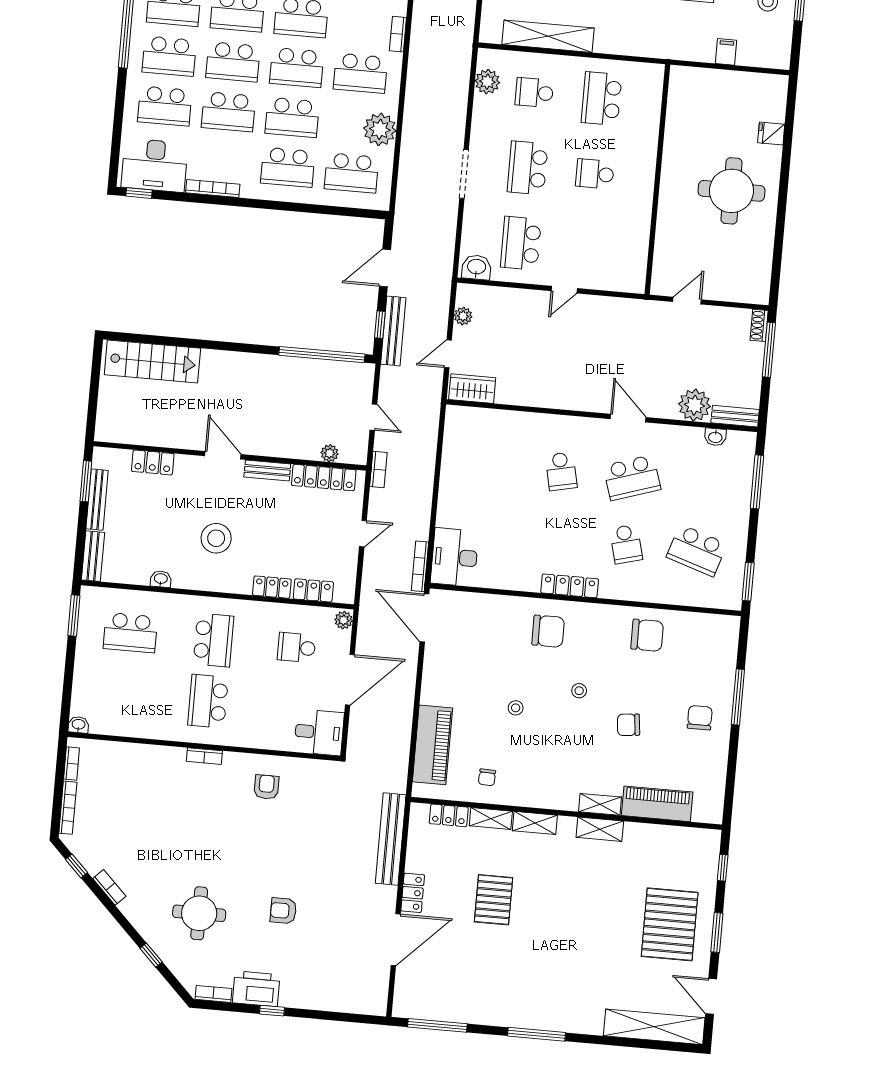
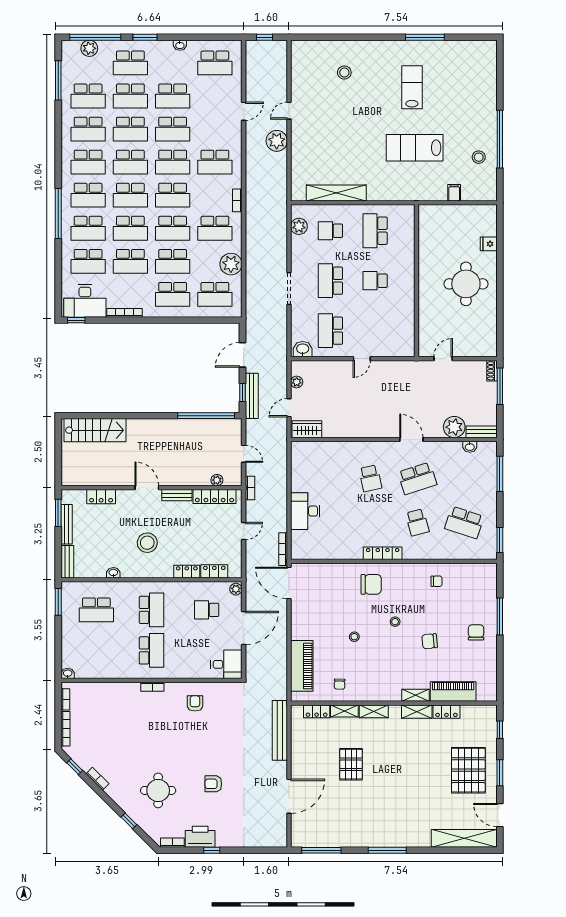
desk: (455, 557) -> (305, 511), moved
chair: (647, 635) -> (437, 581), width x0.54, depth x0.54
school desk: (208, 701) -> (151, 650), turned 180
locker: (413, 893) -> (446, 712), moved, turned 90

